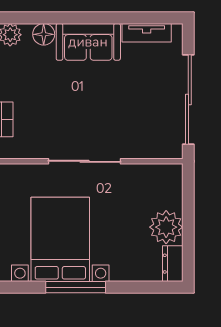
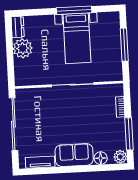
bed with nightstands: (60, 239) -> (77, 38), width x0.73

